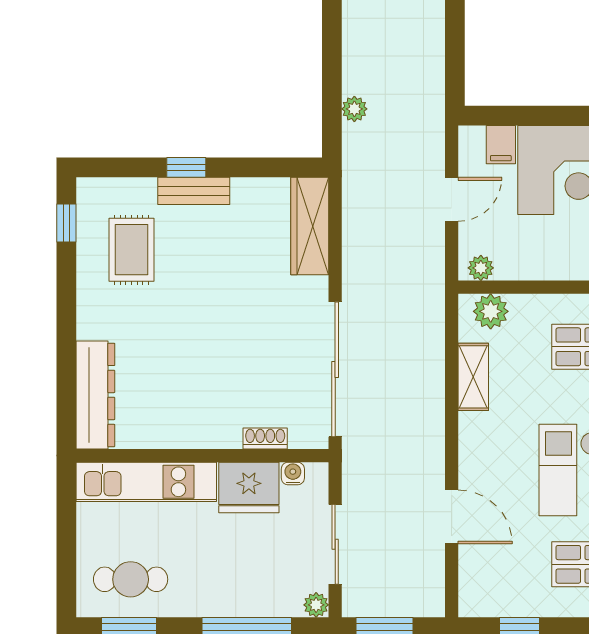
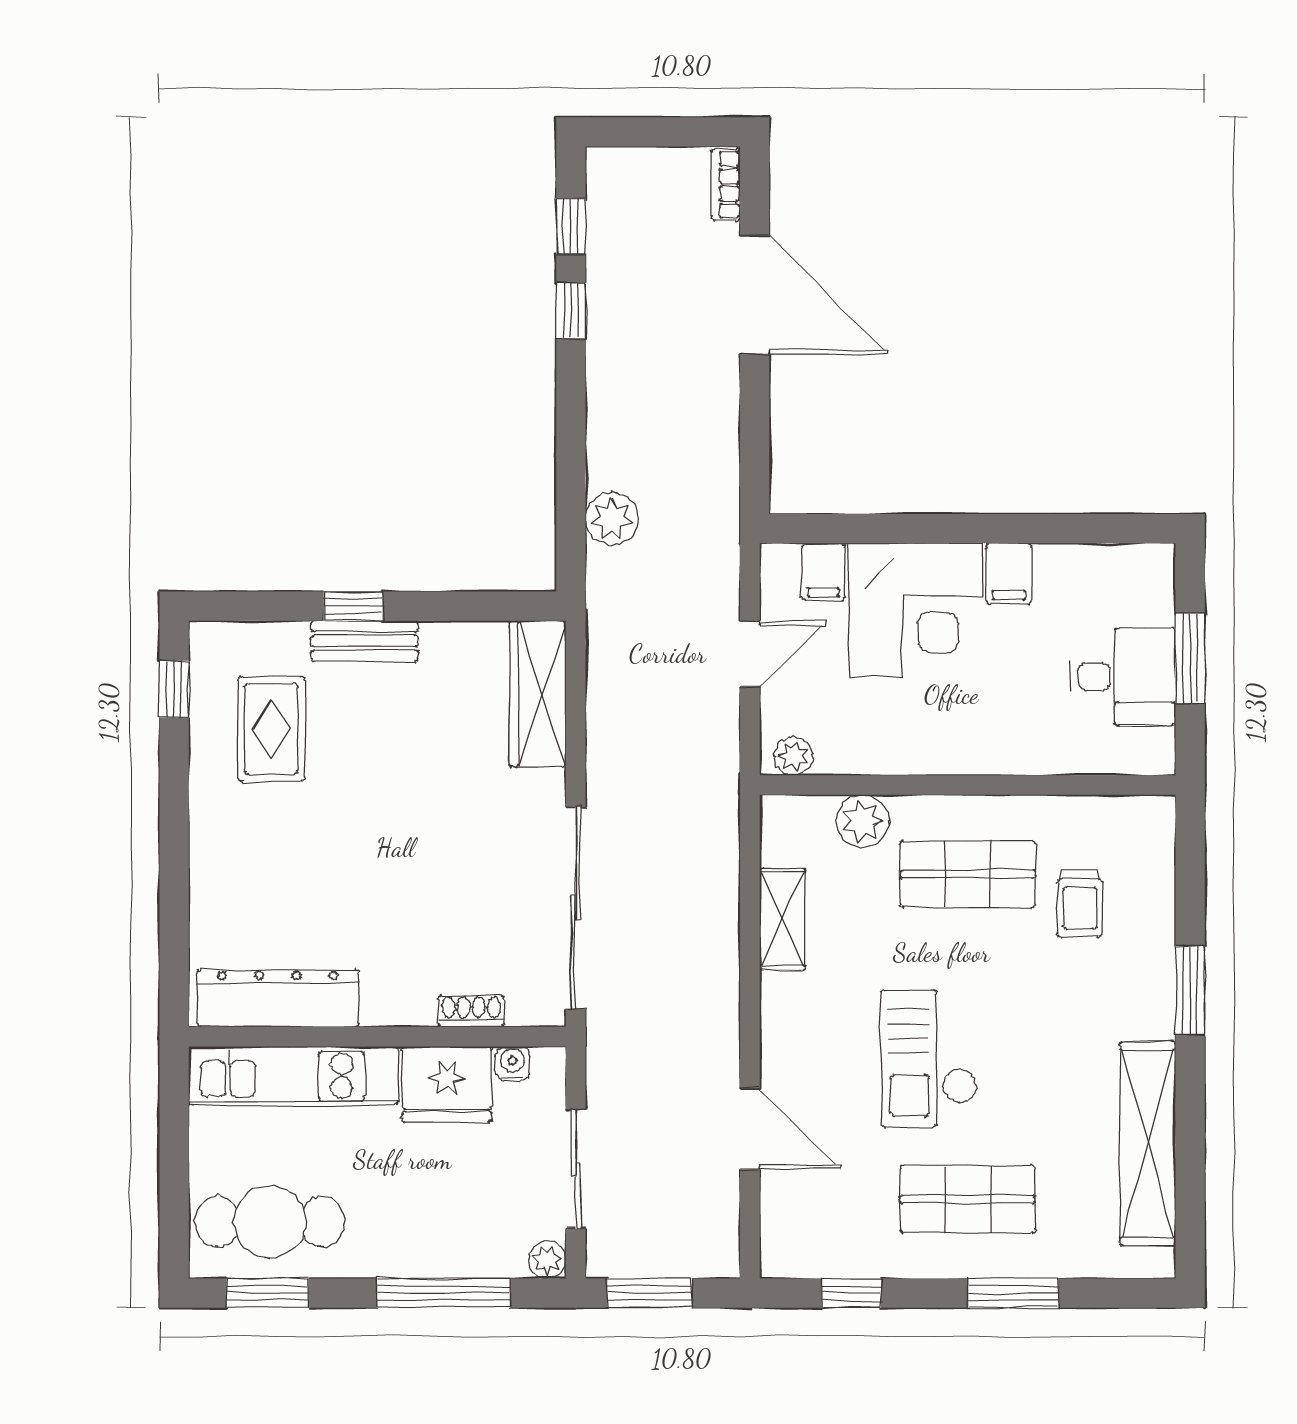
plant: (354, 109) -> (612, 519), width x1.38, depth x1.38
plant: (491, 311) -> (862, 821), moved
dresser: (95, 395) -> (278, 998), moved, turned -90
cafe table: (131, 579) -> (270, 1222), width x1.37, depth x1.35

